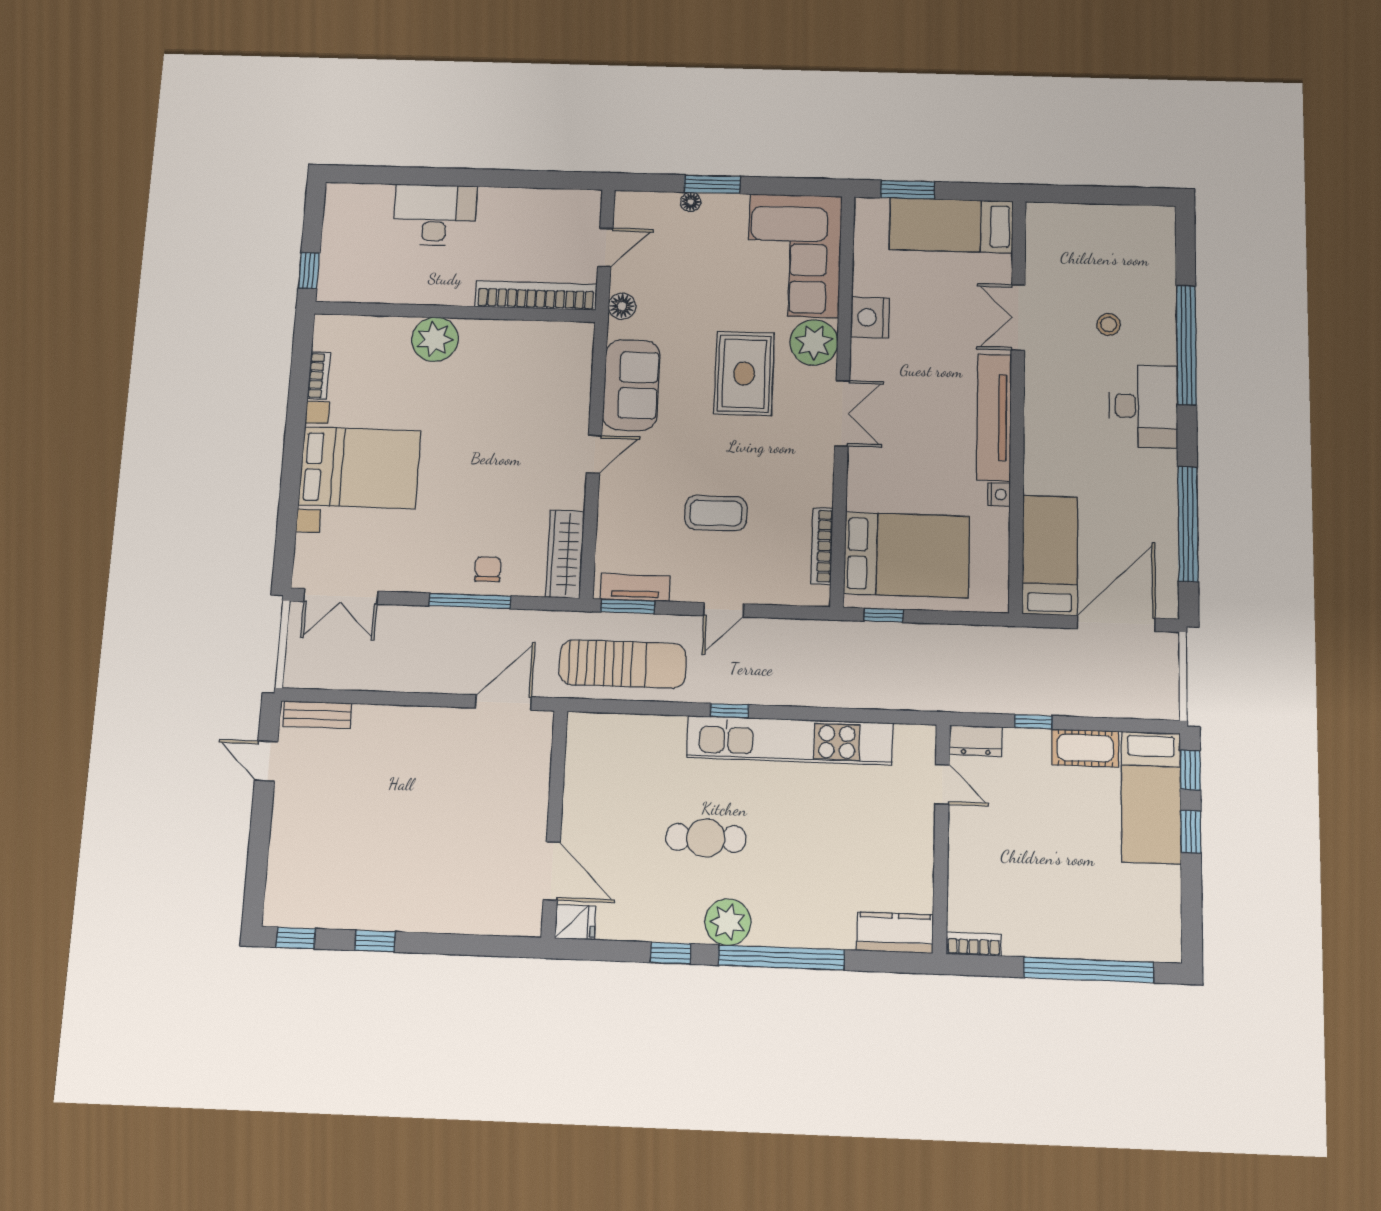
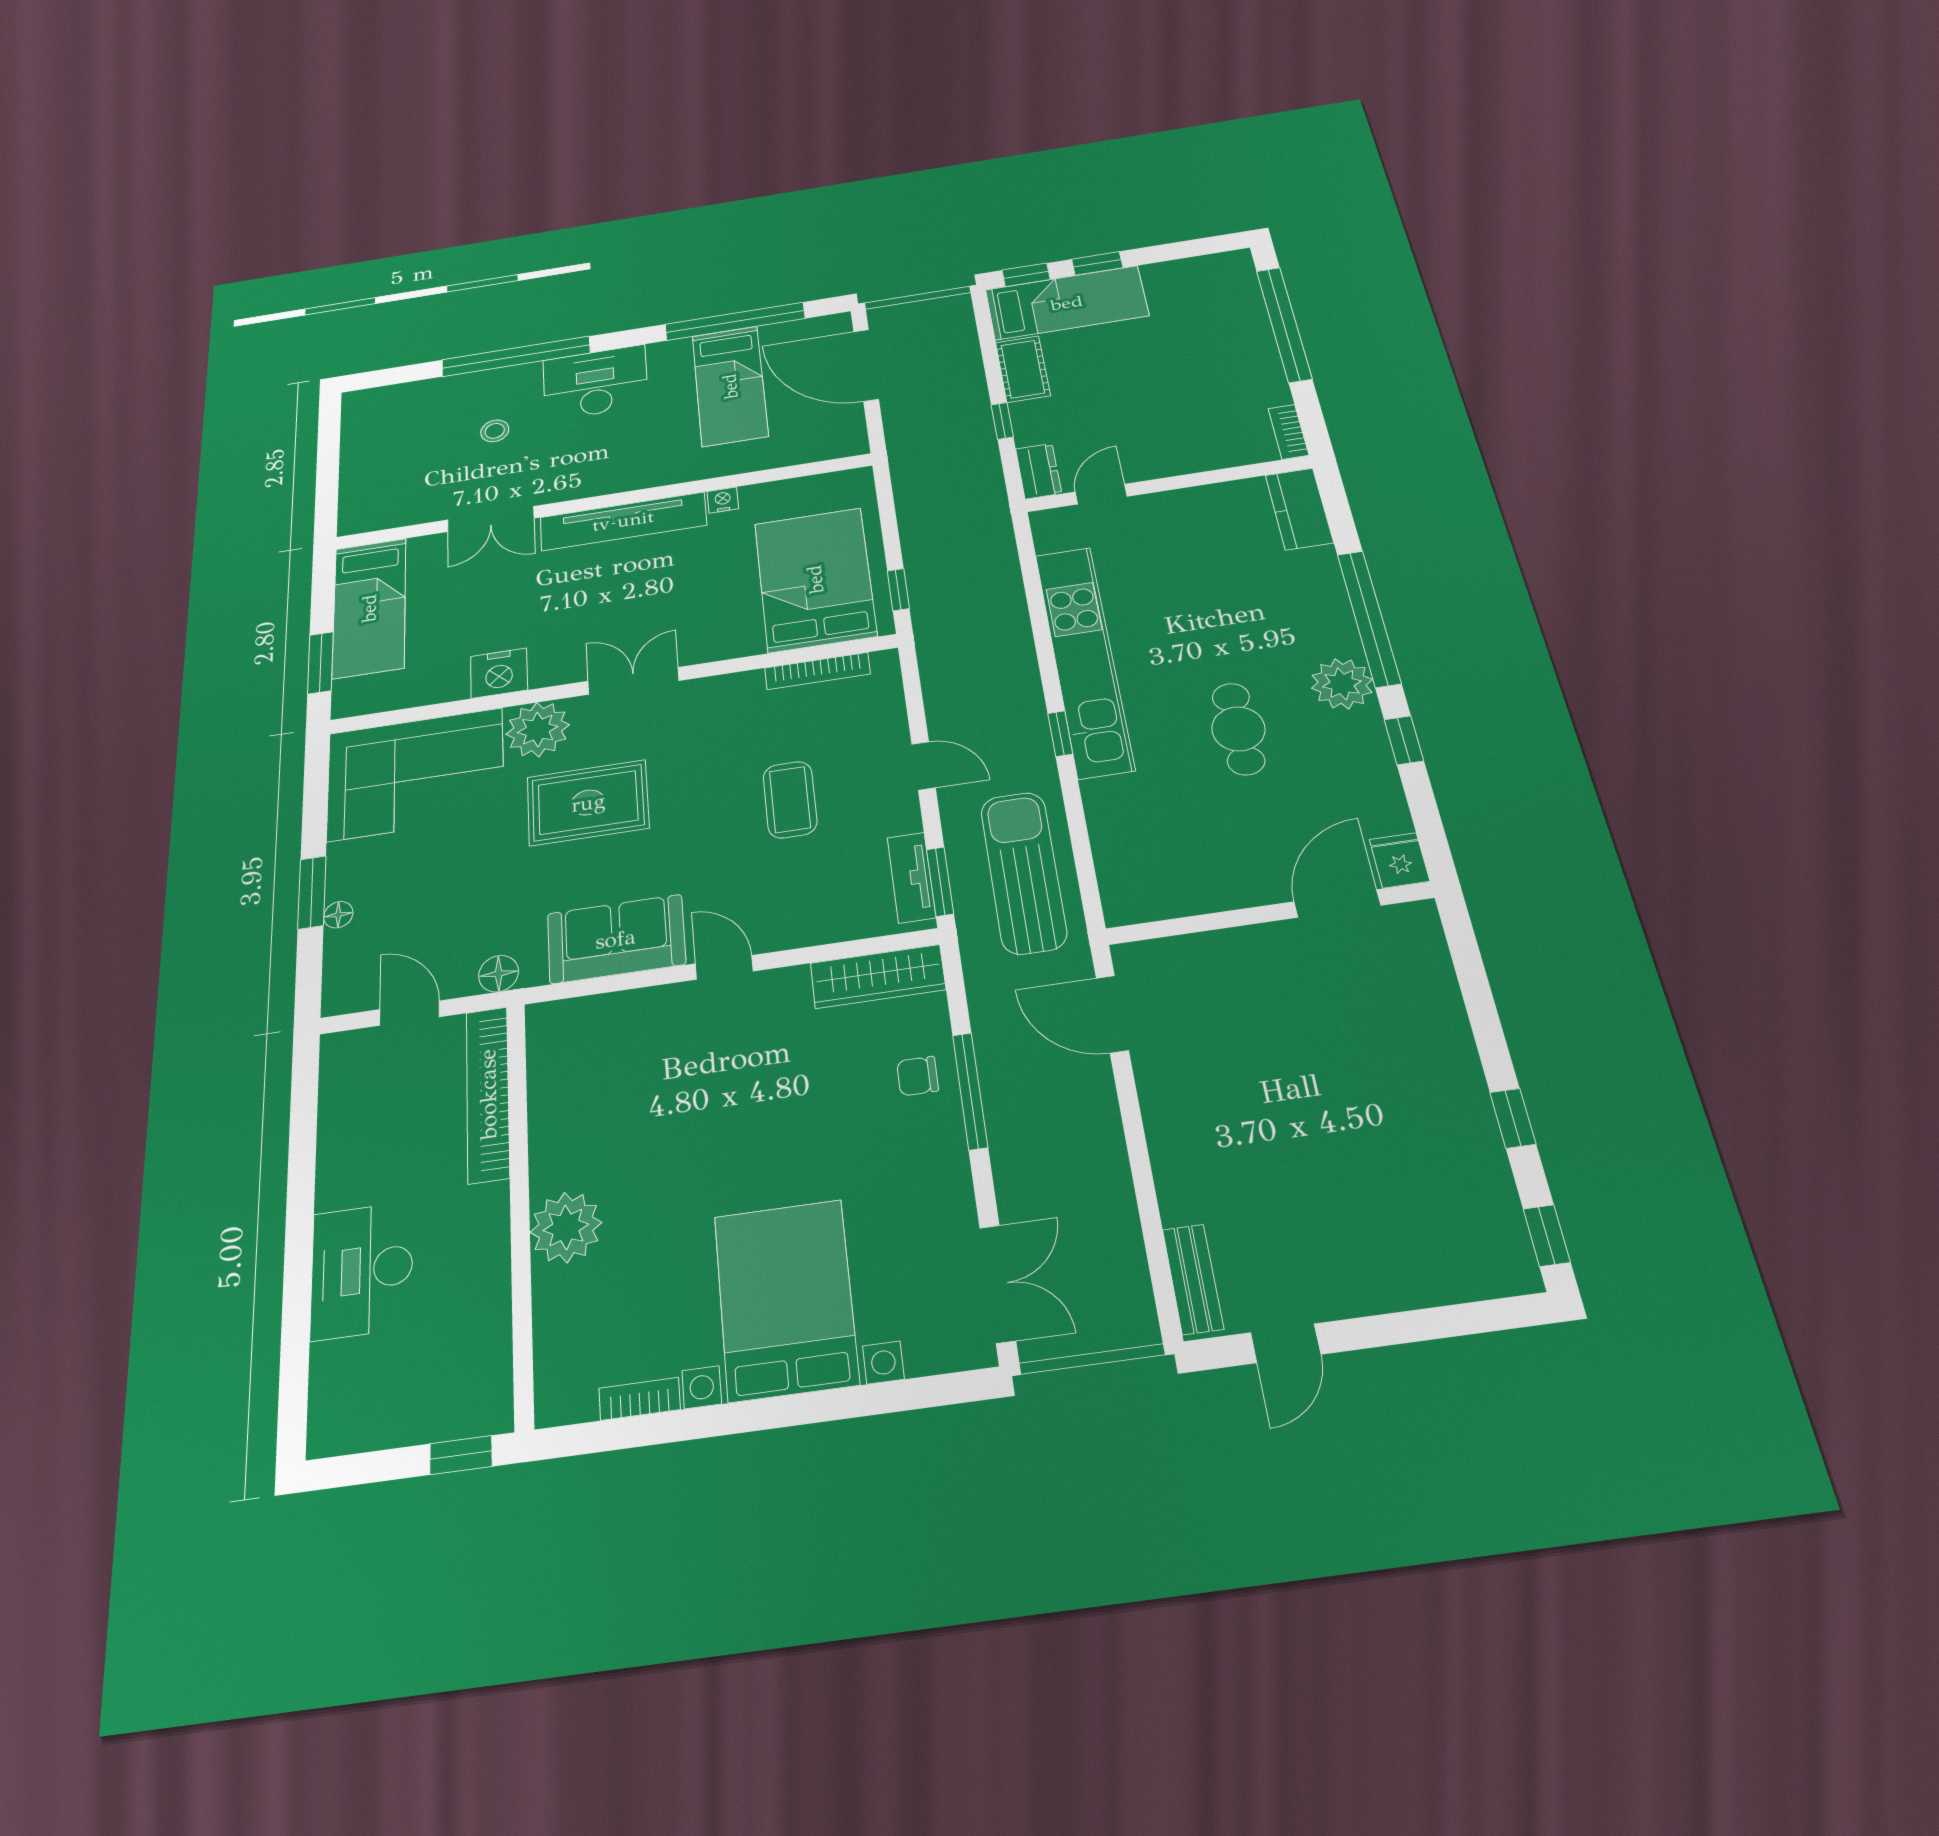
bed: (1050, 555) -> (730, 386), moved, turned -90

